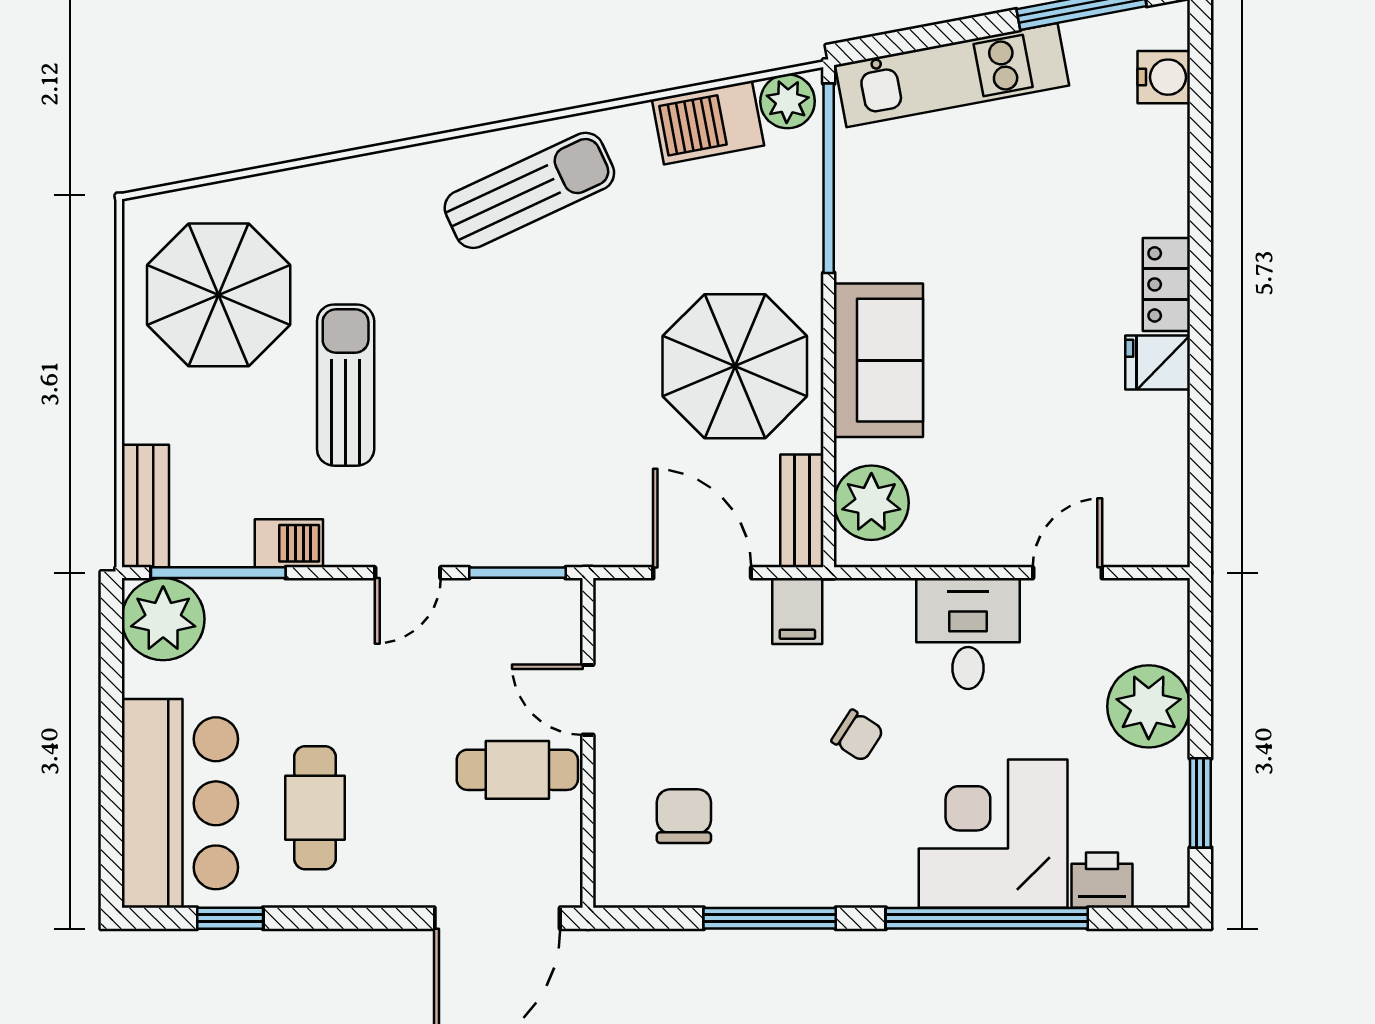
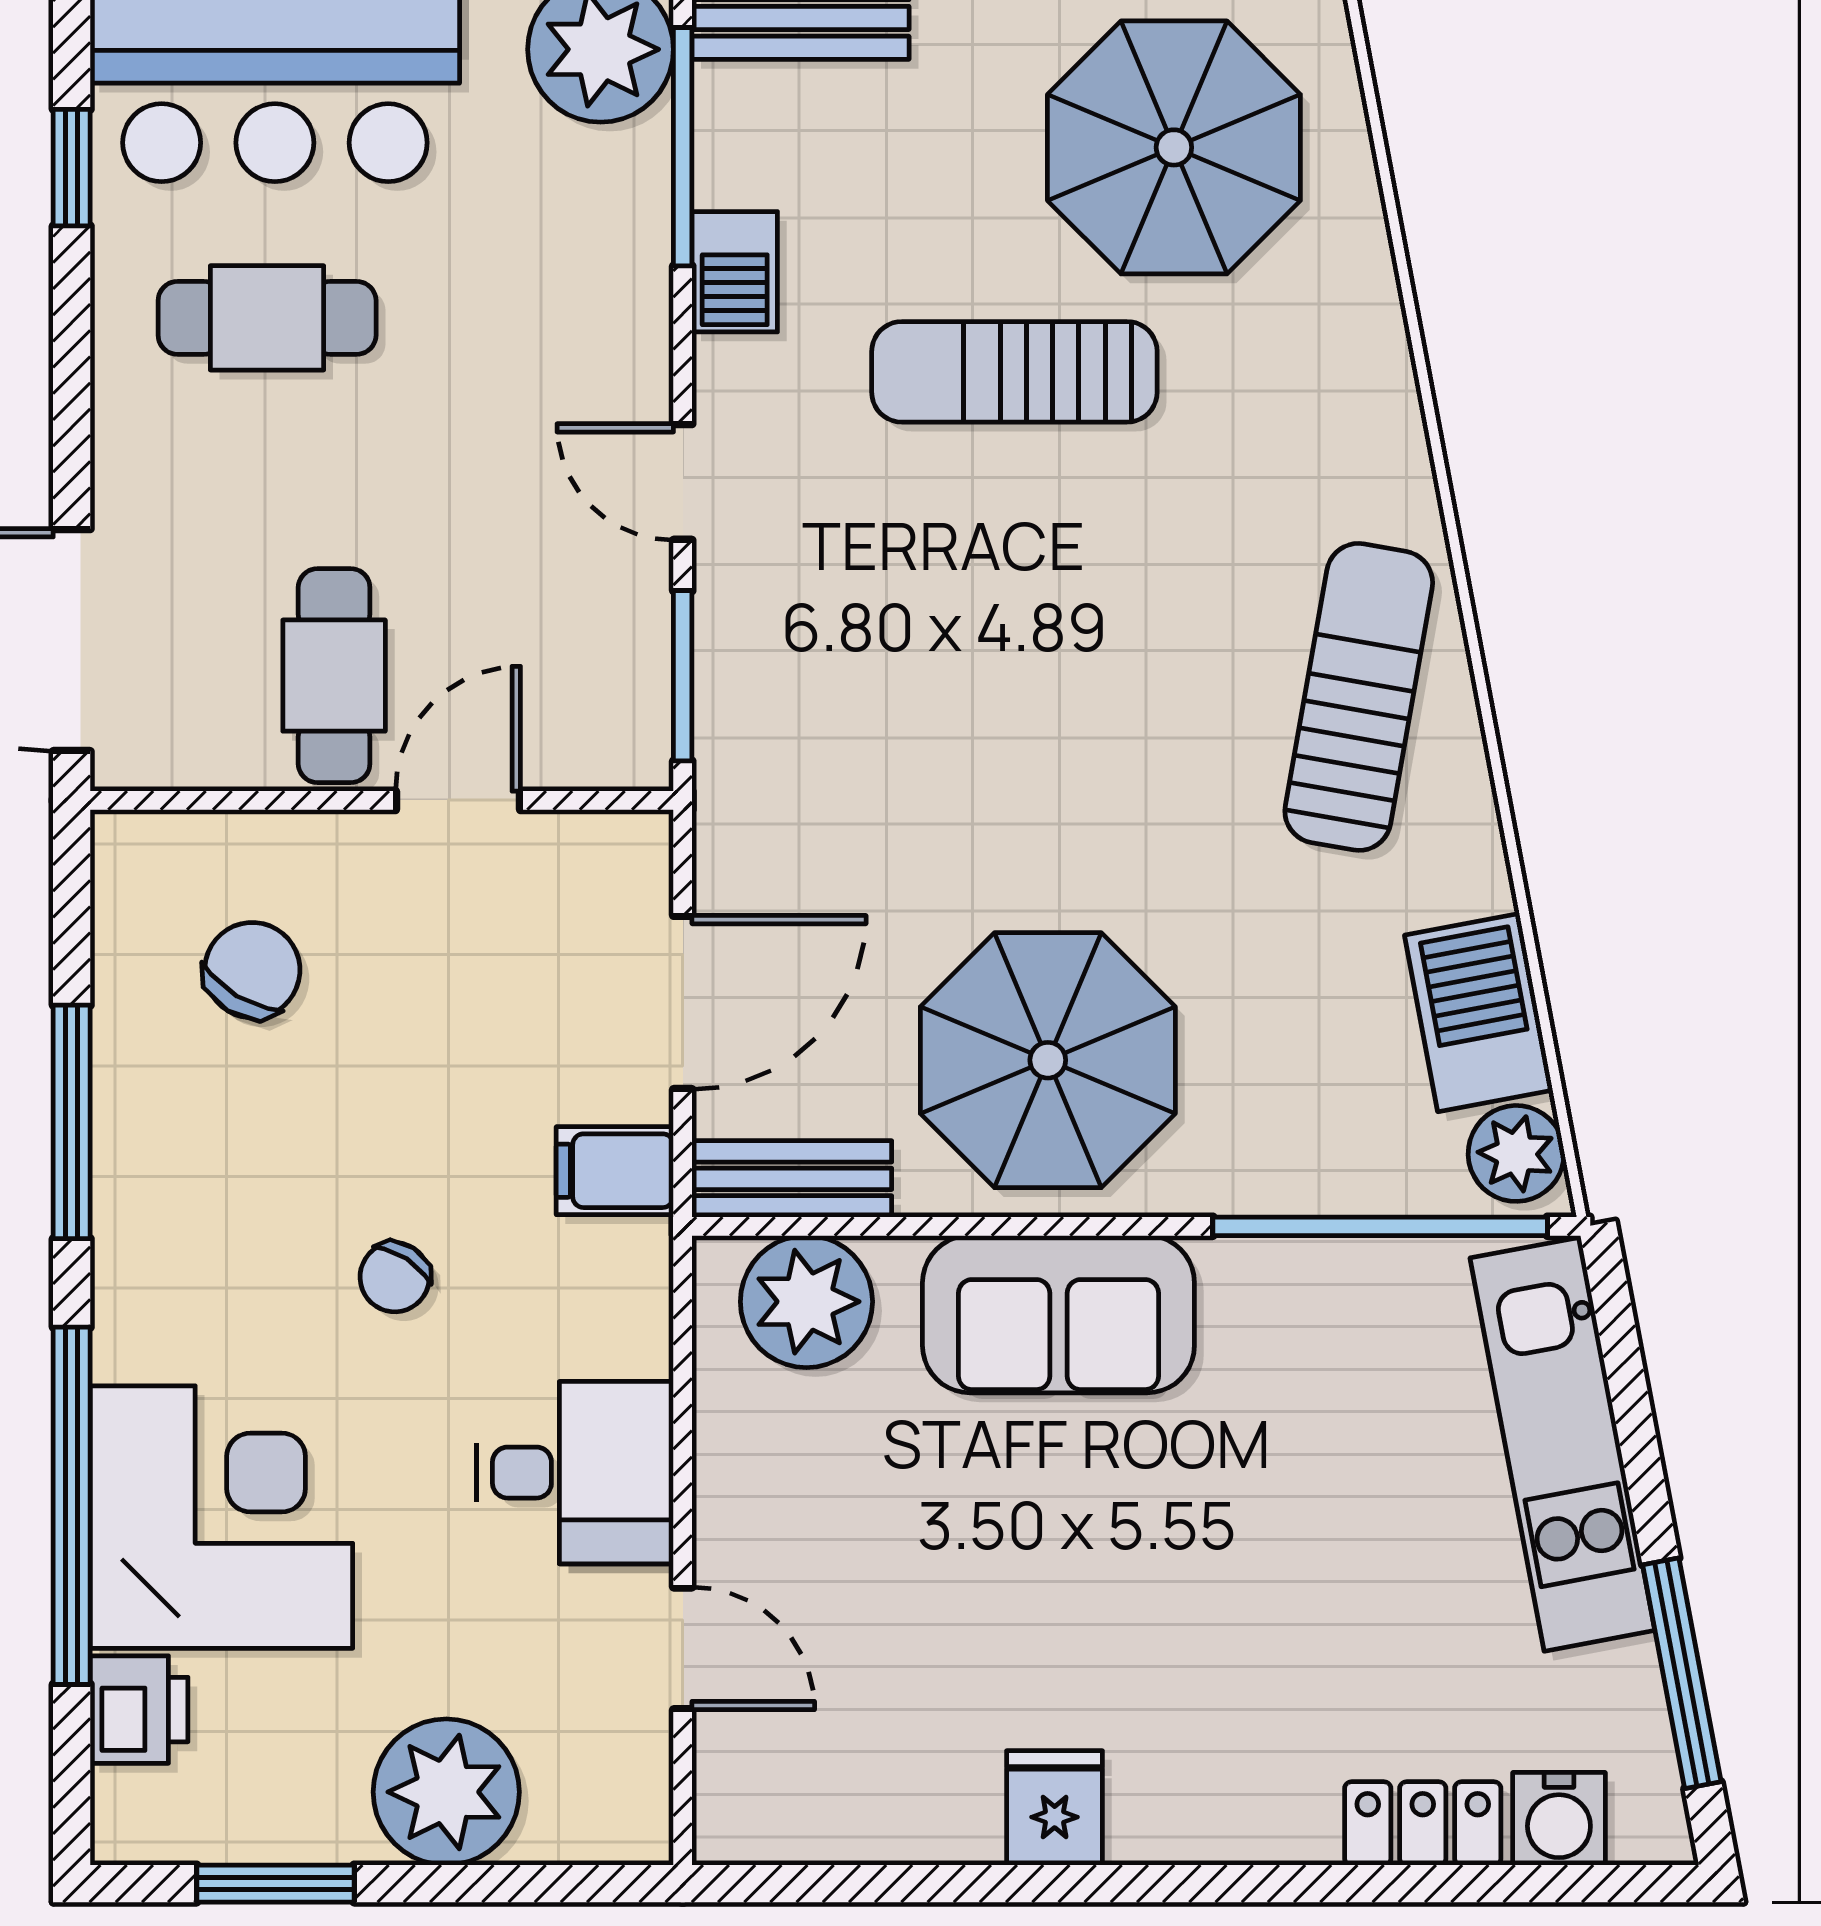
sun lounger: (529, 190) -> (1359, 697), turned -145
locker: (1166, 284) -> (1423, 1823), moved
sun lounger: (346, 385) -> (1014, 372), turned 180
chair: (684, 816) -> (252, 970), turned -59

